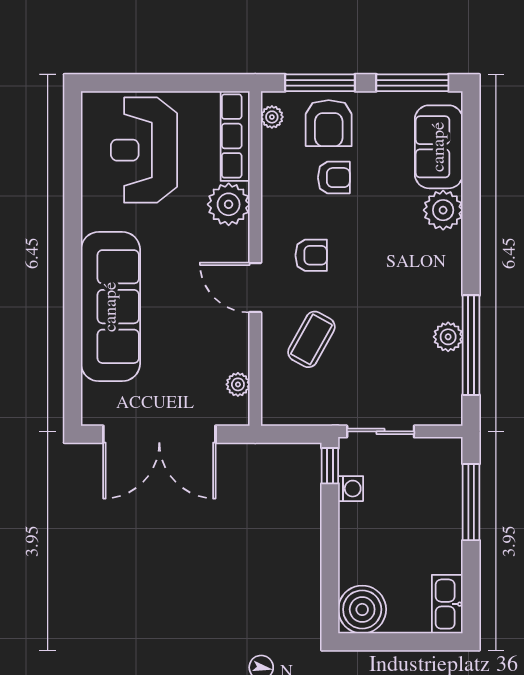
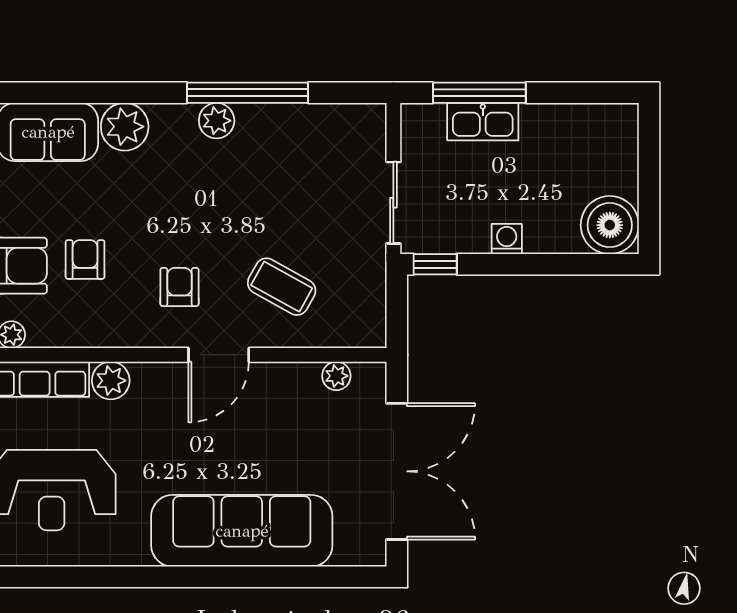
plant: (229, 204) -> (111, 381), width x0.73, depth x0.73
plant: (448, 337) -> (217, 121), moved
window: (471, 345) -> (248, 93), moved
washing machine: (351, 489) -> (507, 239), moved
kitchen sink: (447, 604) -> (483, 122), moved

